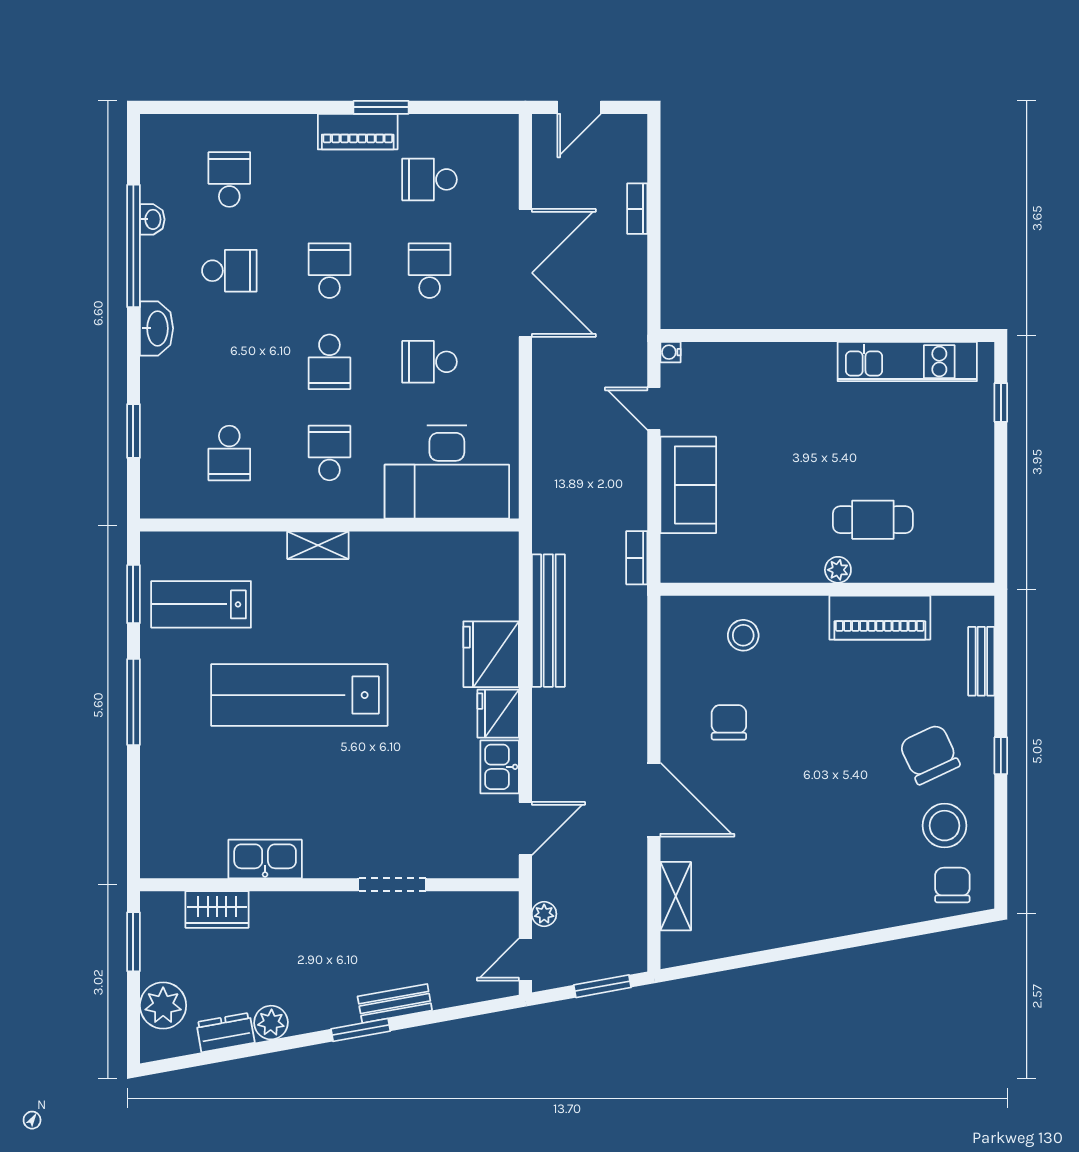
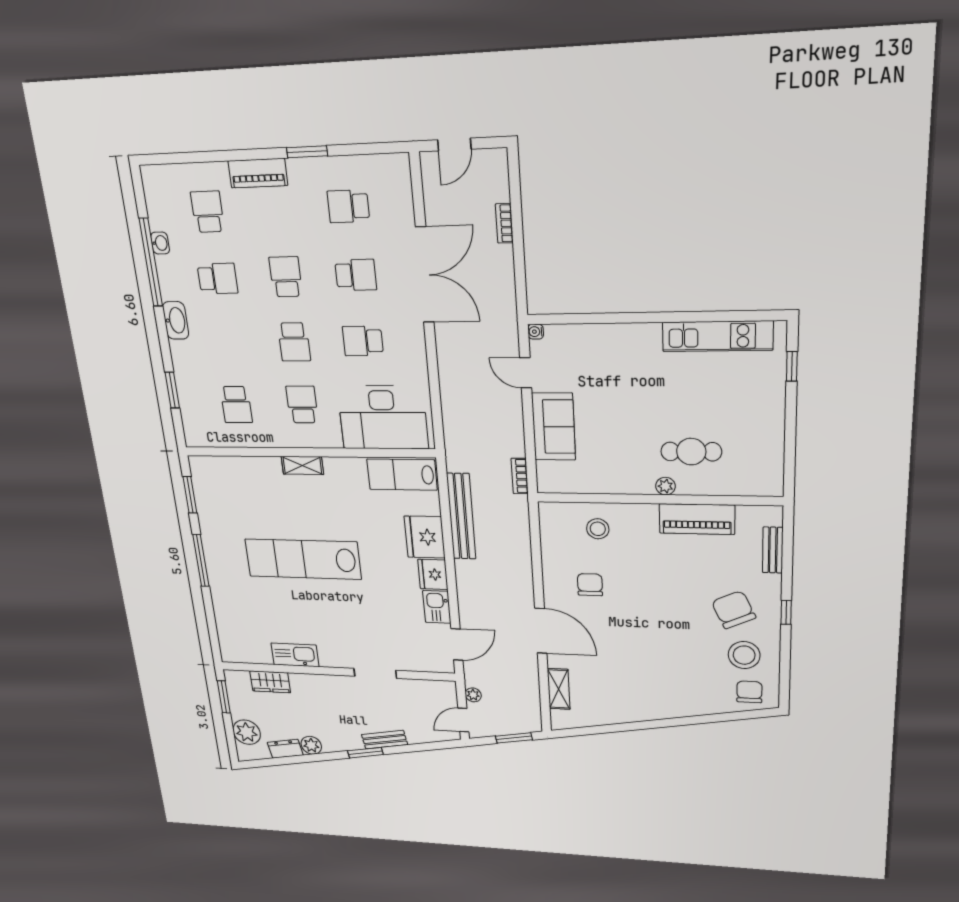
piano: (358, 132) -> (258, 173), moved
school desk: (430, 271) -> (356, 275), turned 90
lab bench: (201, 604) -> (402, 475), moved

